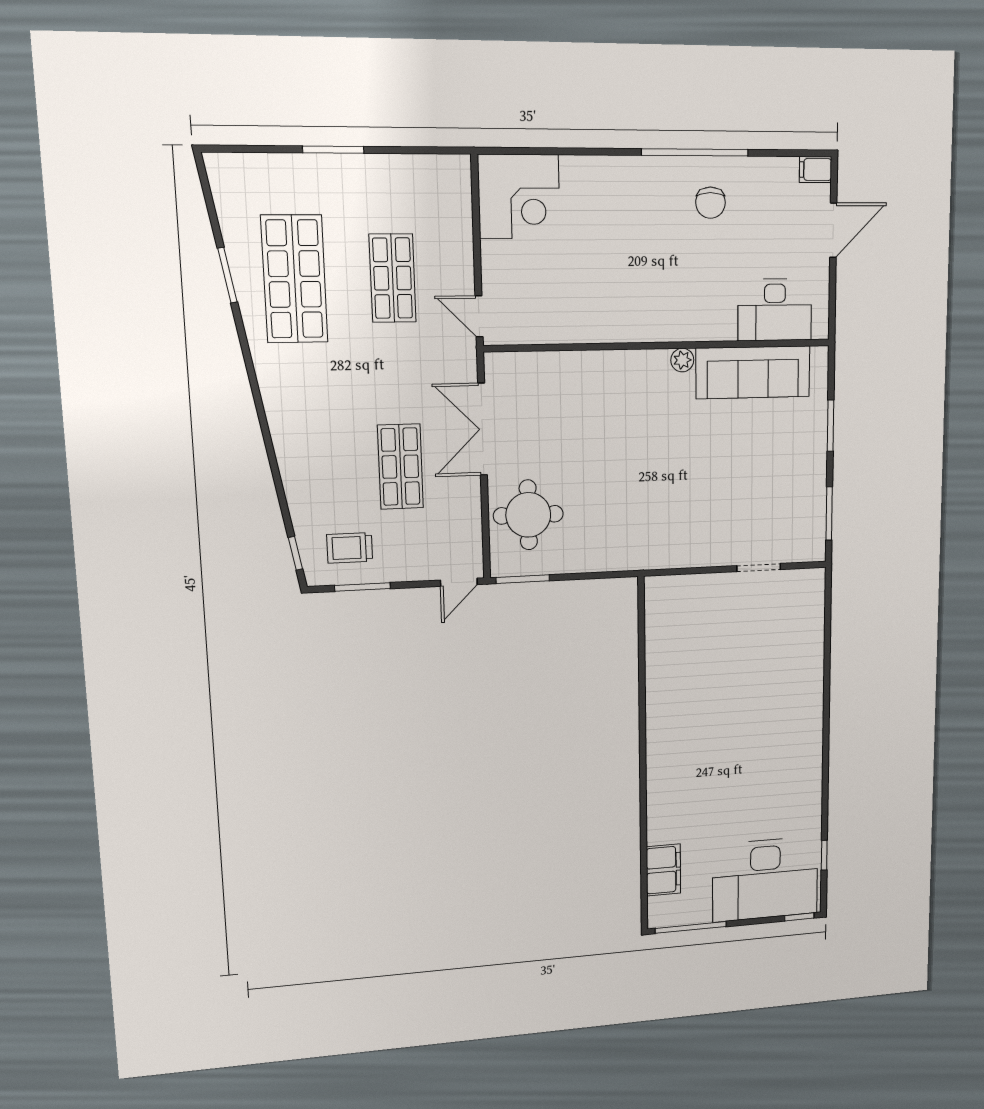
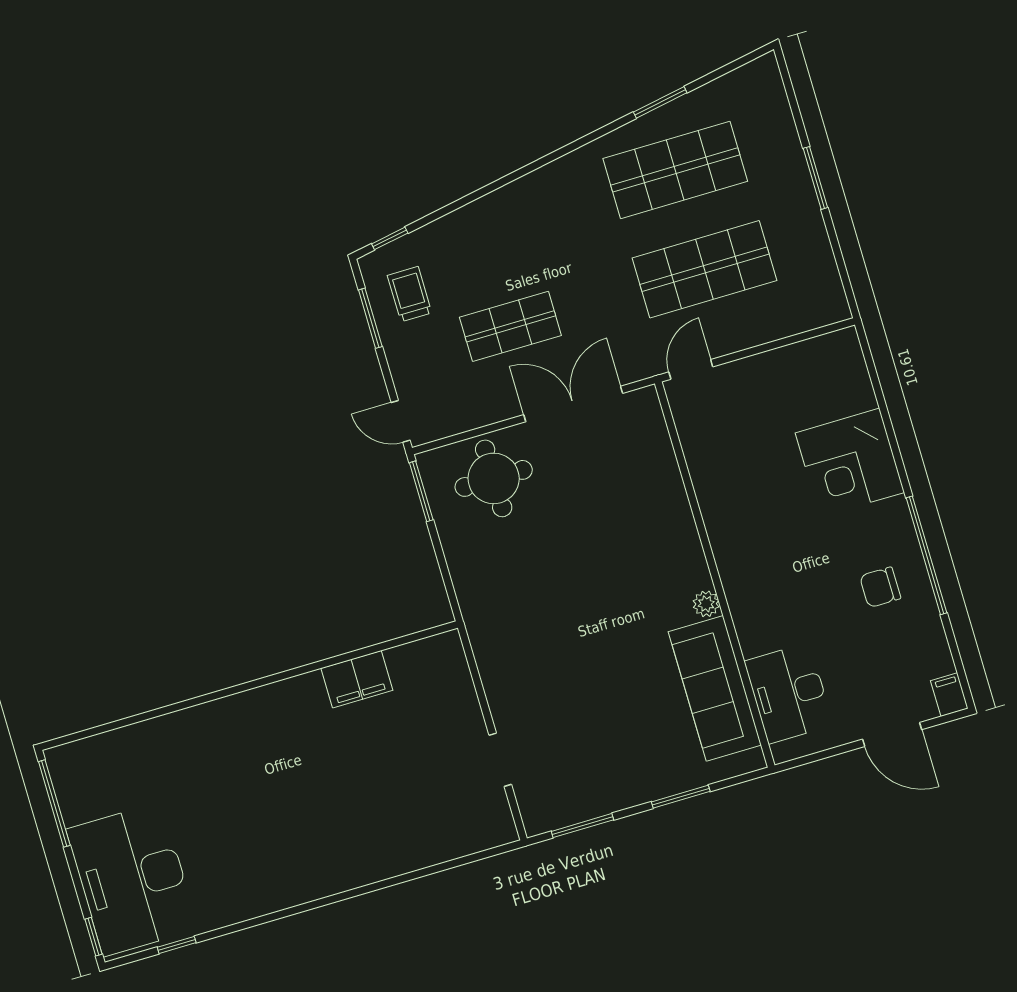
corner desk: (519, 197) -> (850, 463), moved
shop shelf: (393, 278) -> (705, 269), width x1.43, depth x1.36
filing cabinet: (663, 870) -> (357, 679), moved

